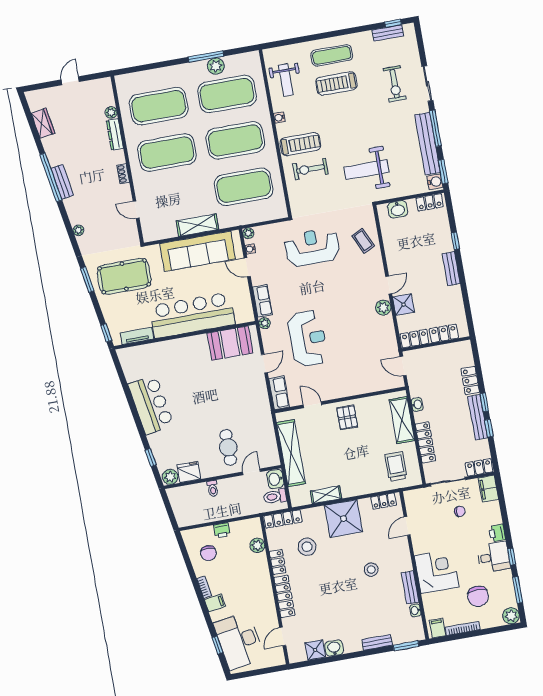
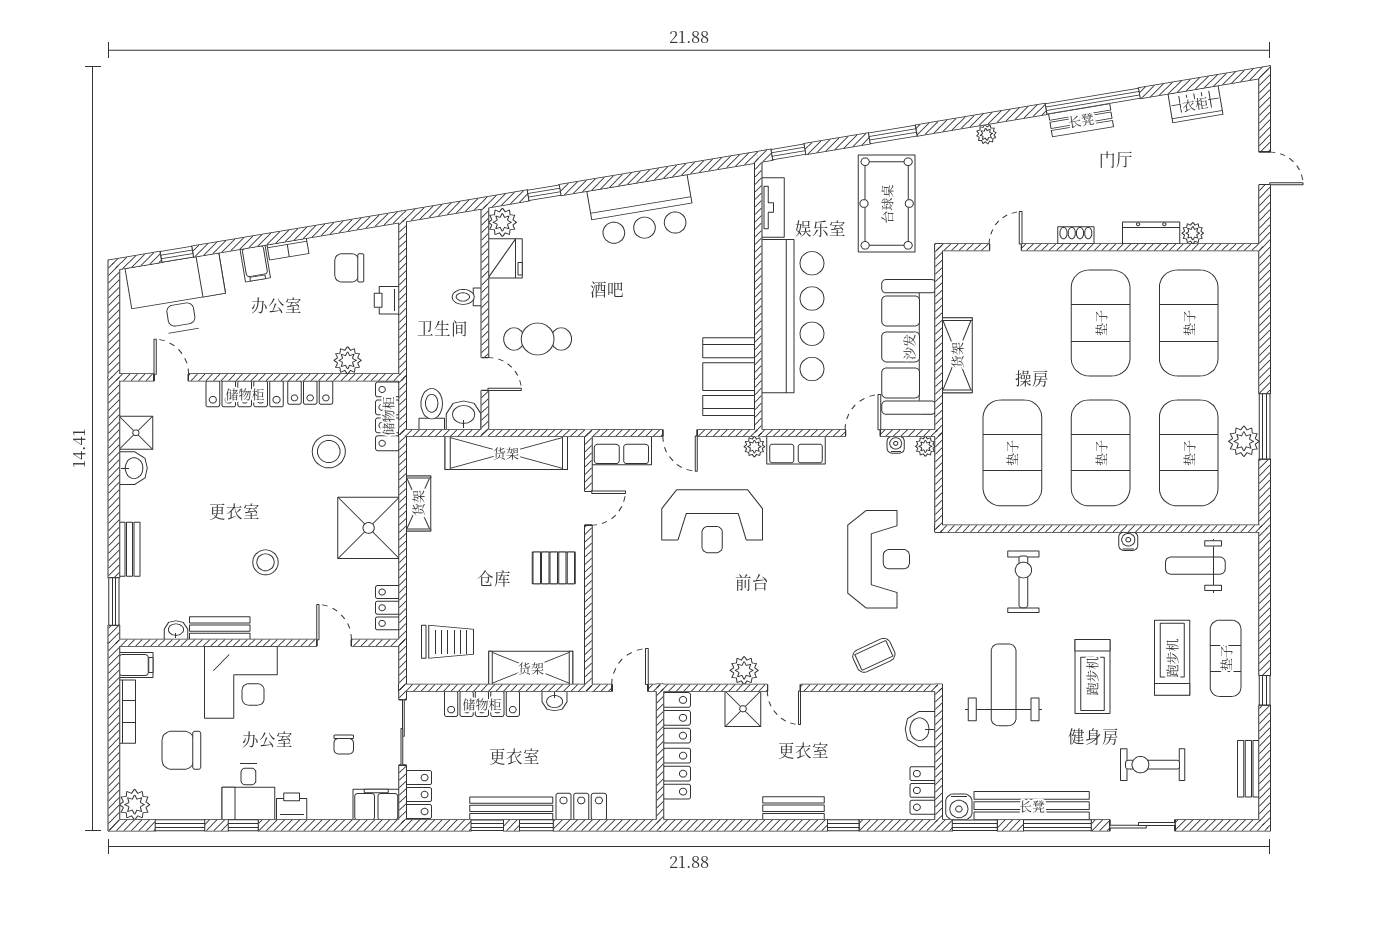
window: (393, 23) -> (1265, 690), moved
treadmill: (300, 144) -> (1092, 676), moved

